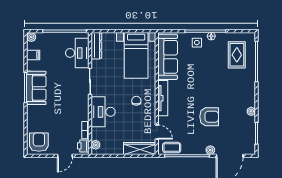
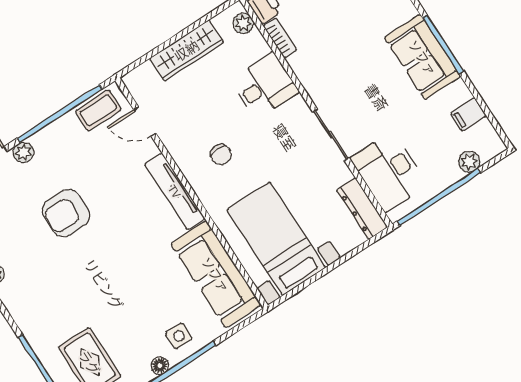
plant: (31, 37) -> (469, 162), moved
desk: (103, 112) -> (264, 86), width x0.73
wardrobe: (140, 148) -> (186, 50), moved

